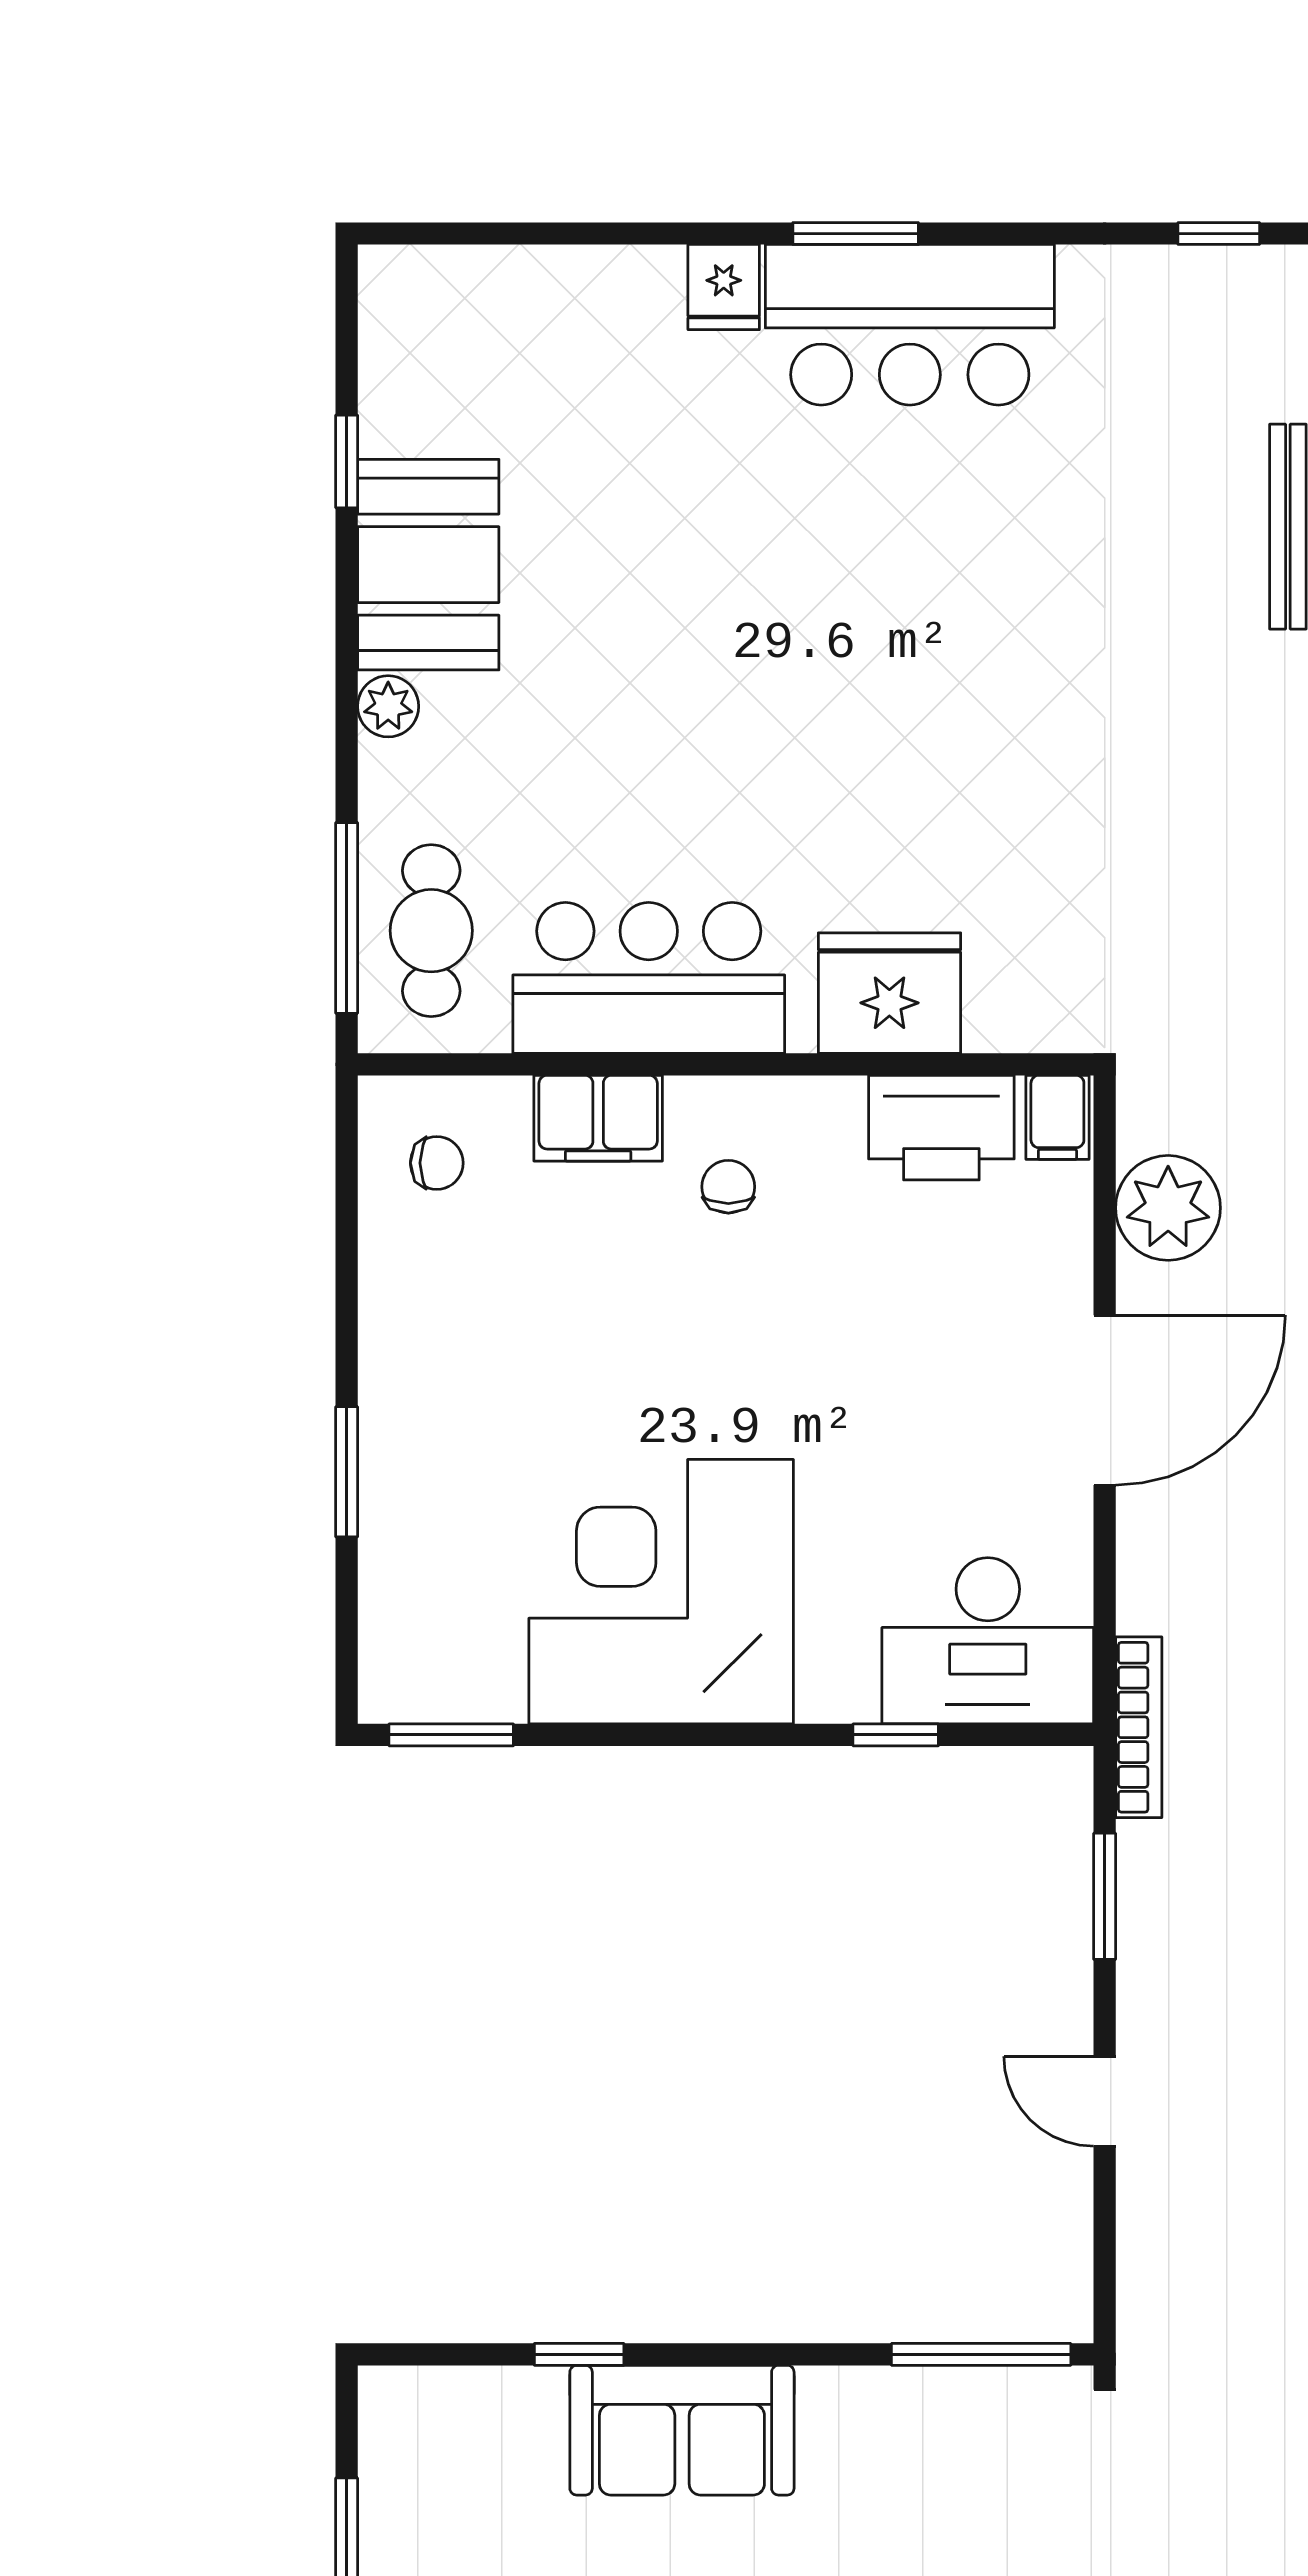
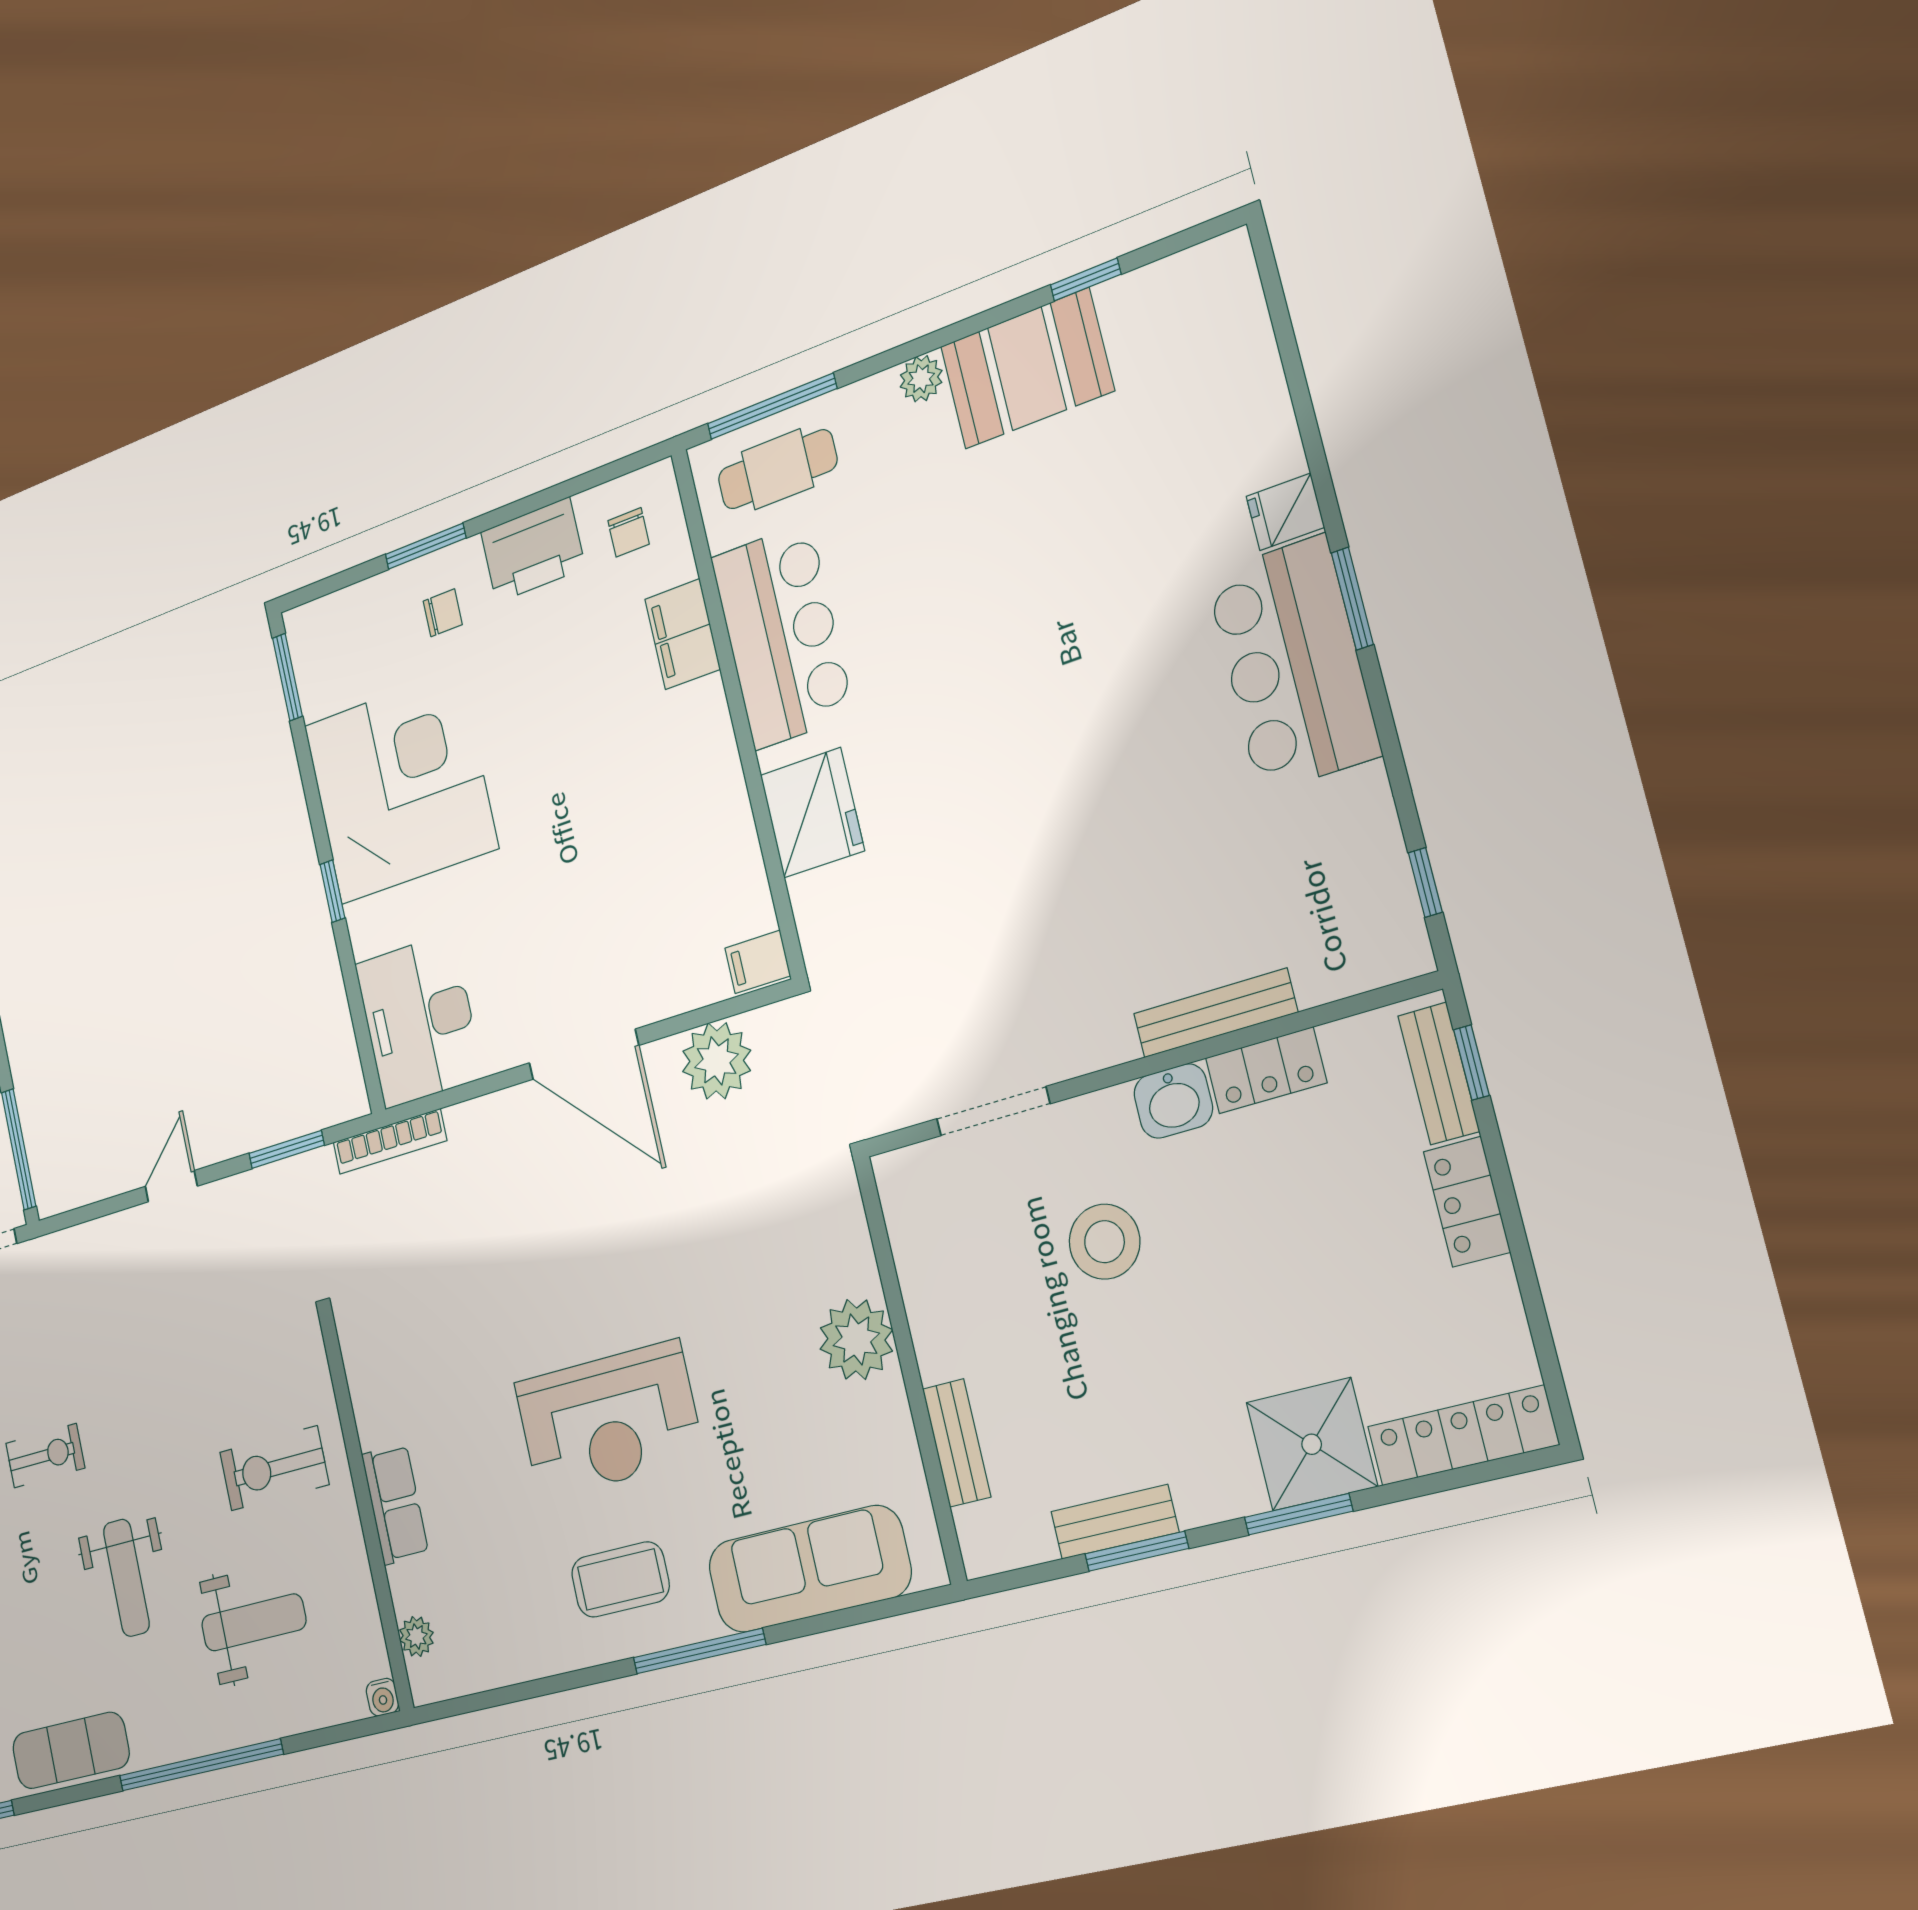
printer: (941, 1128) -> (533, 550), moved, turned -90
chair: (728, 1187) -> (443, 613), moved
window: (896, 1735) -> (332, 891), moved

